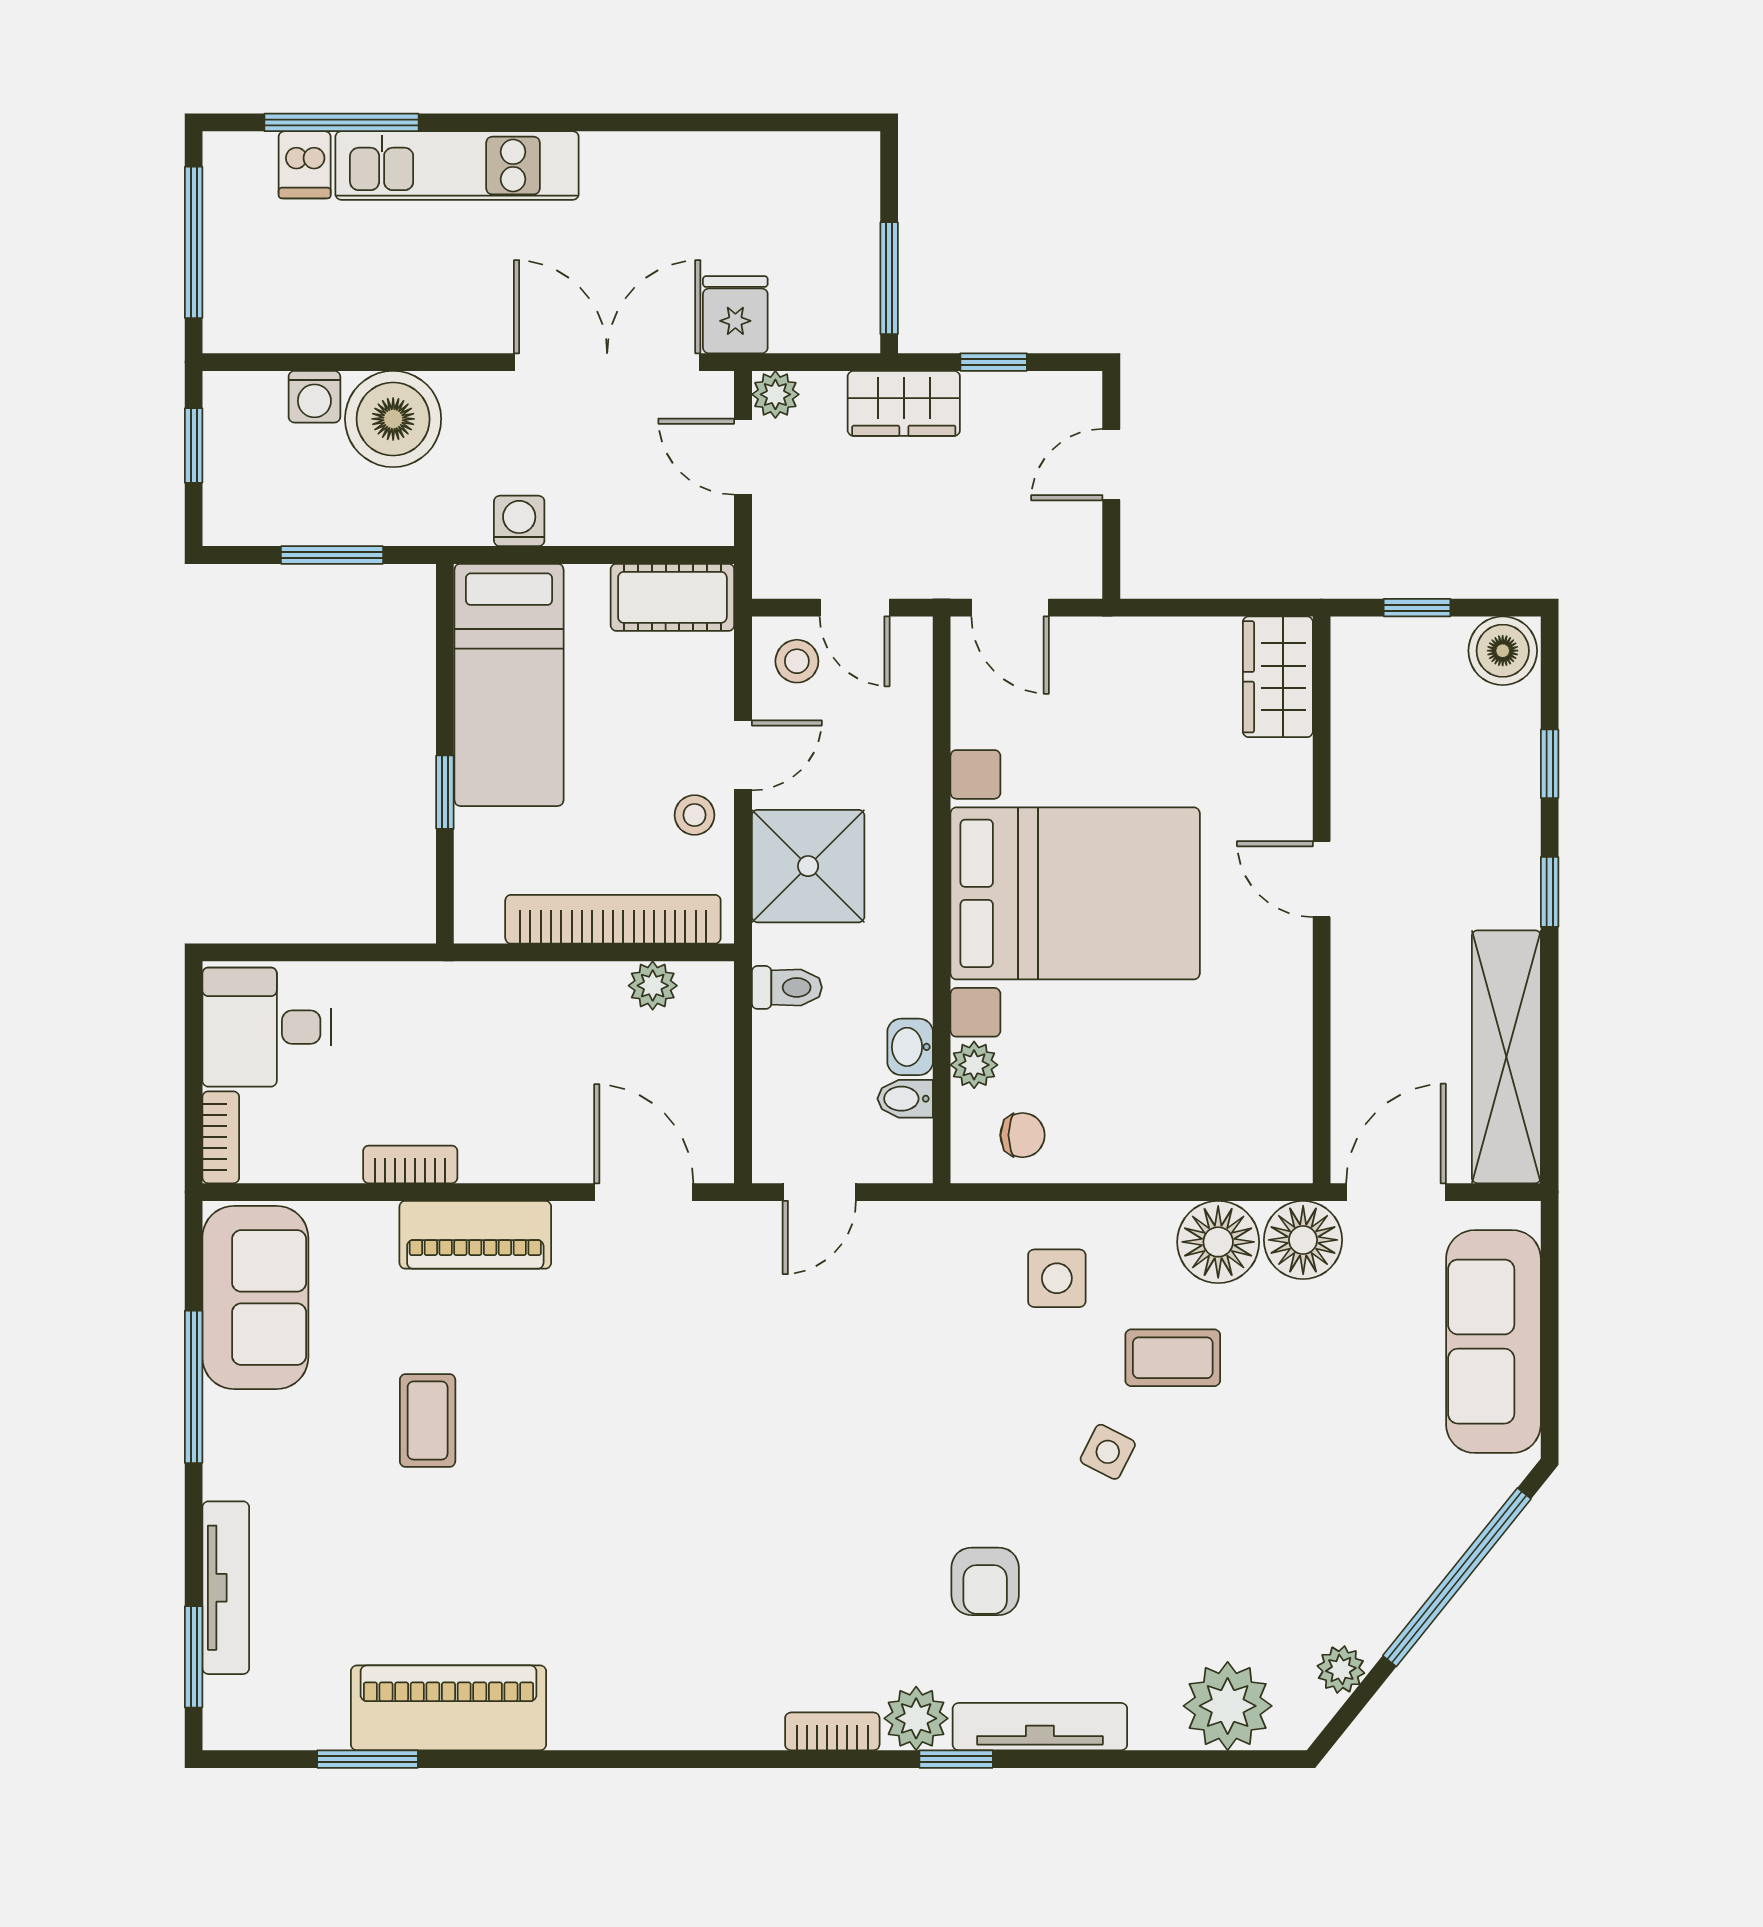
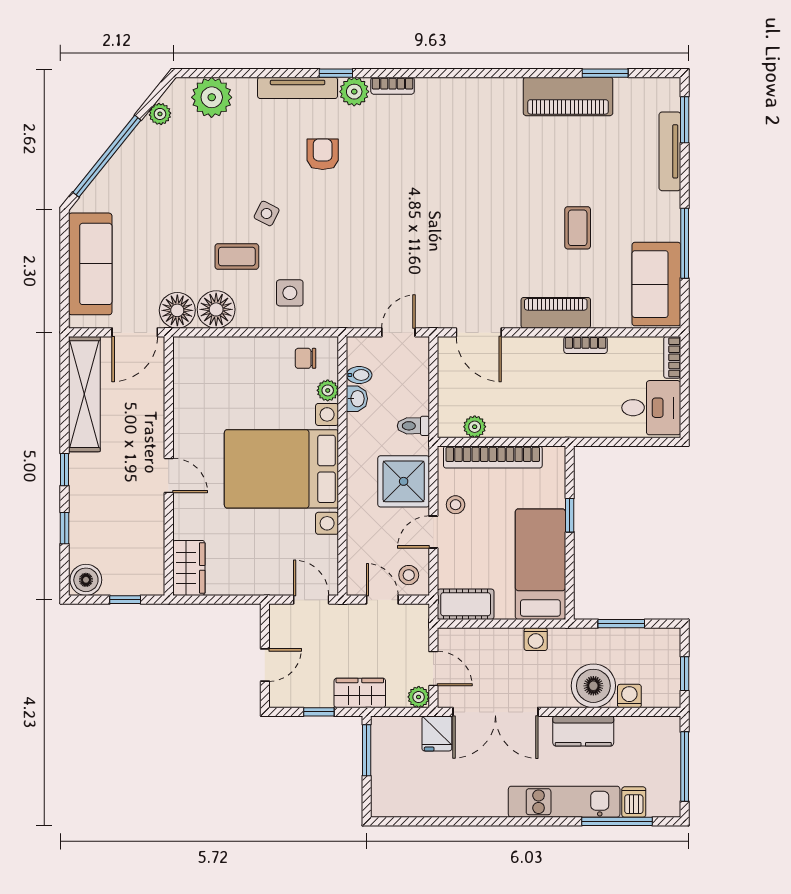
kitchen counter: (415, 320) -> (583, 731), added

